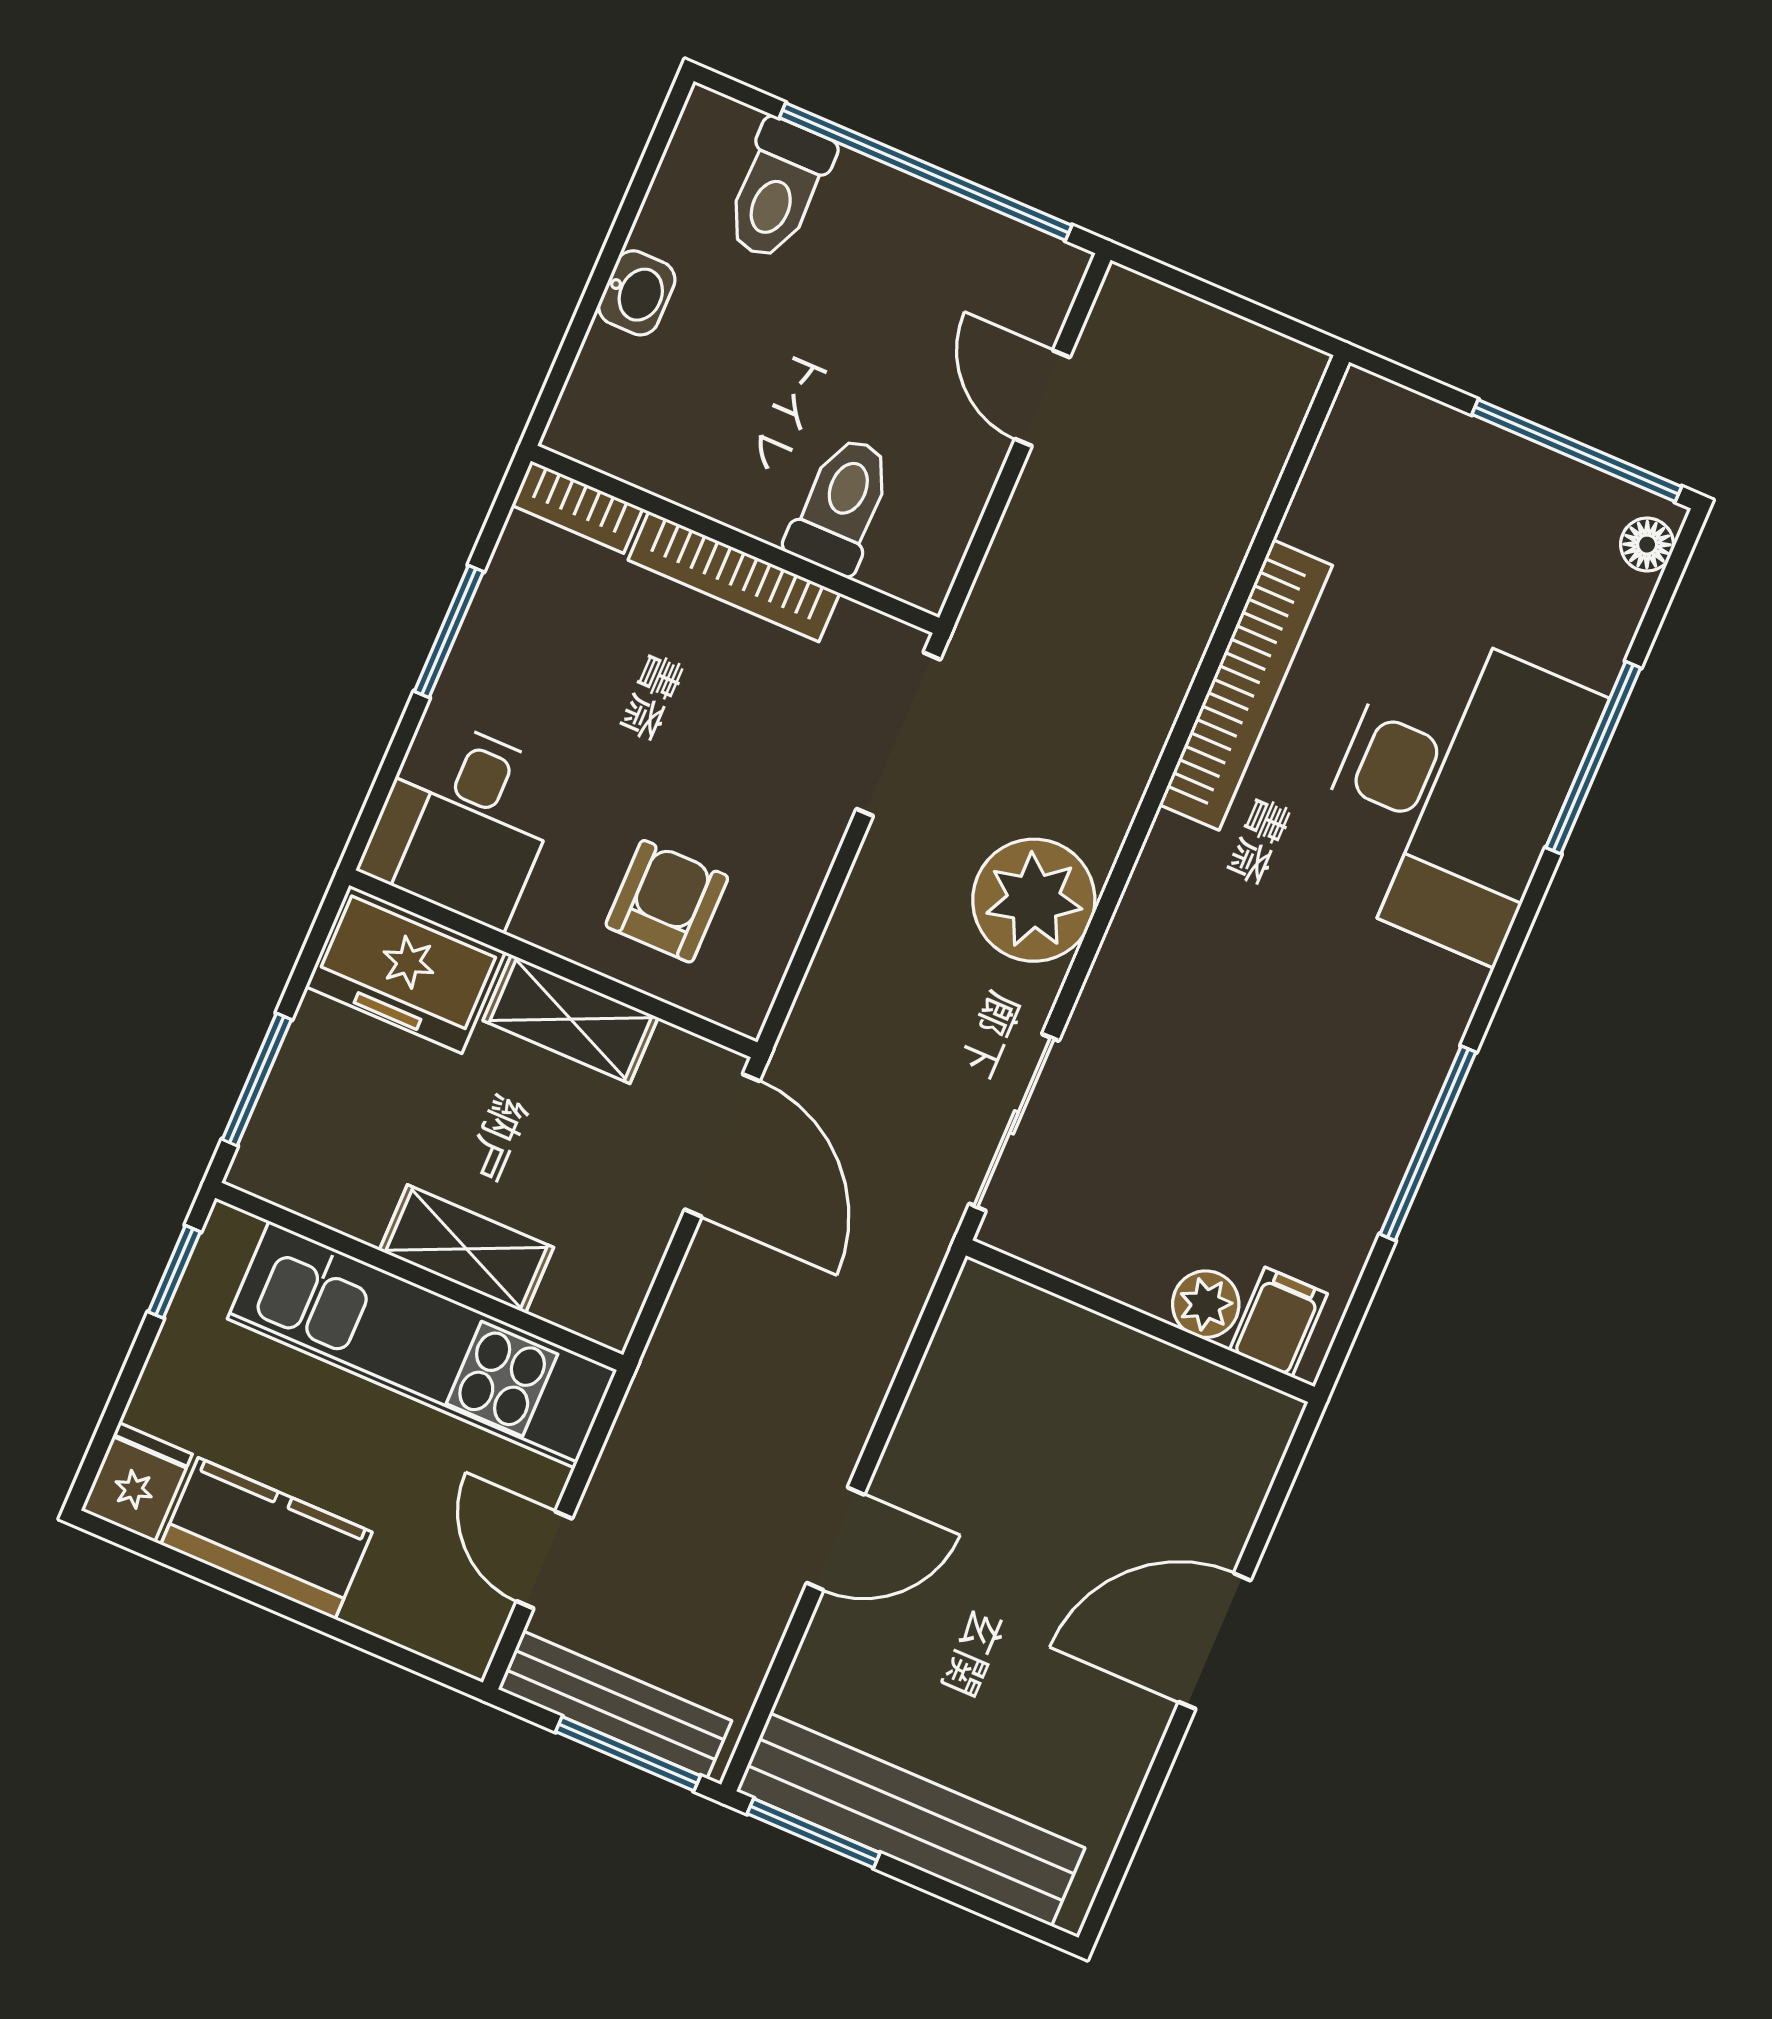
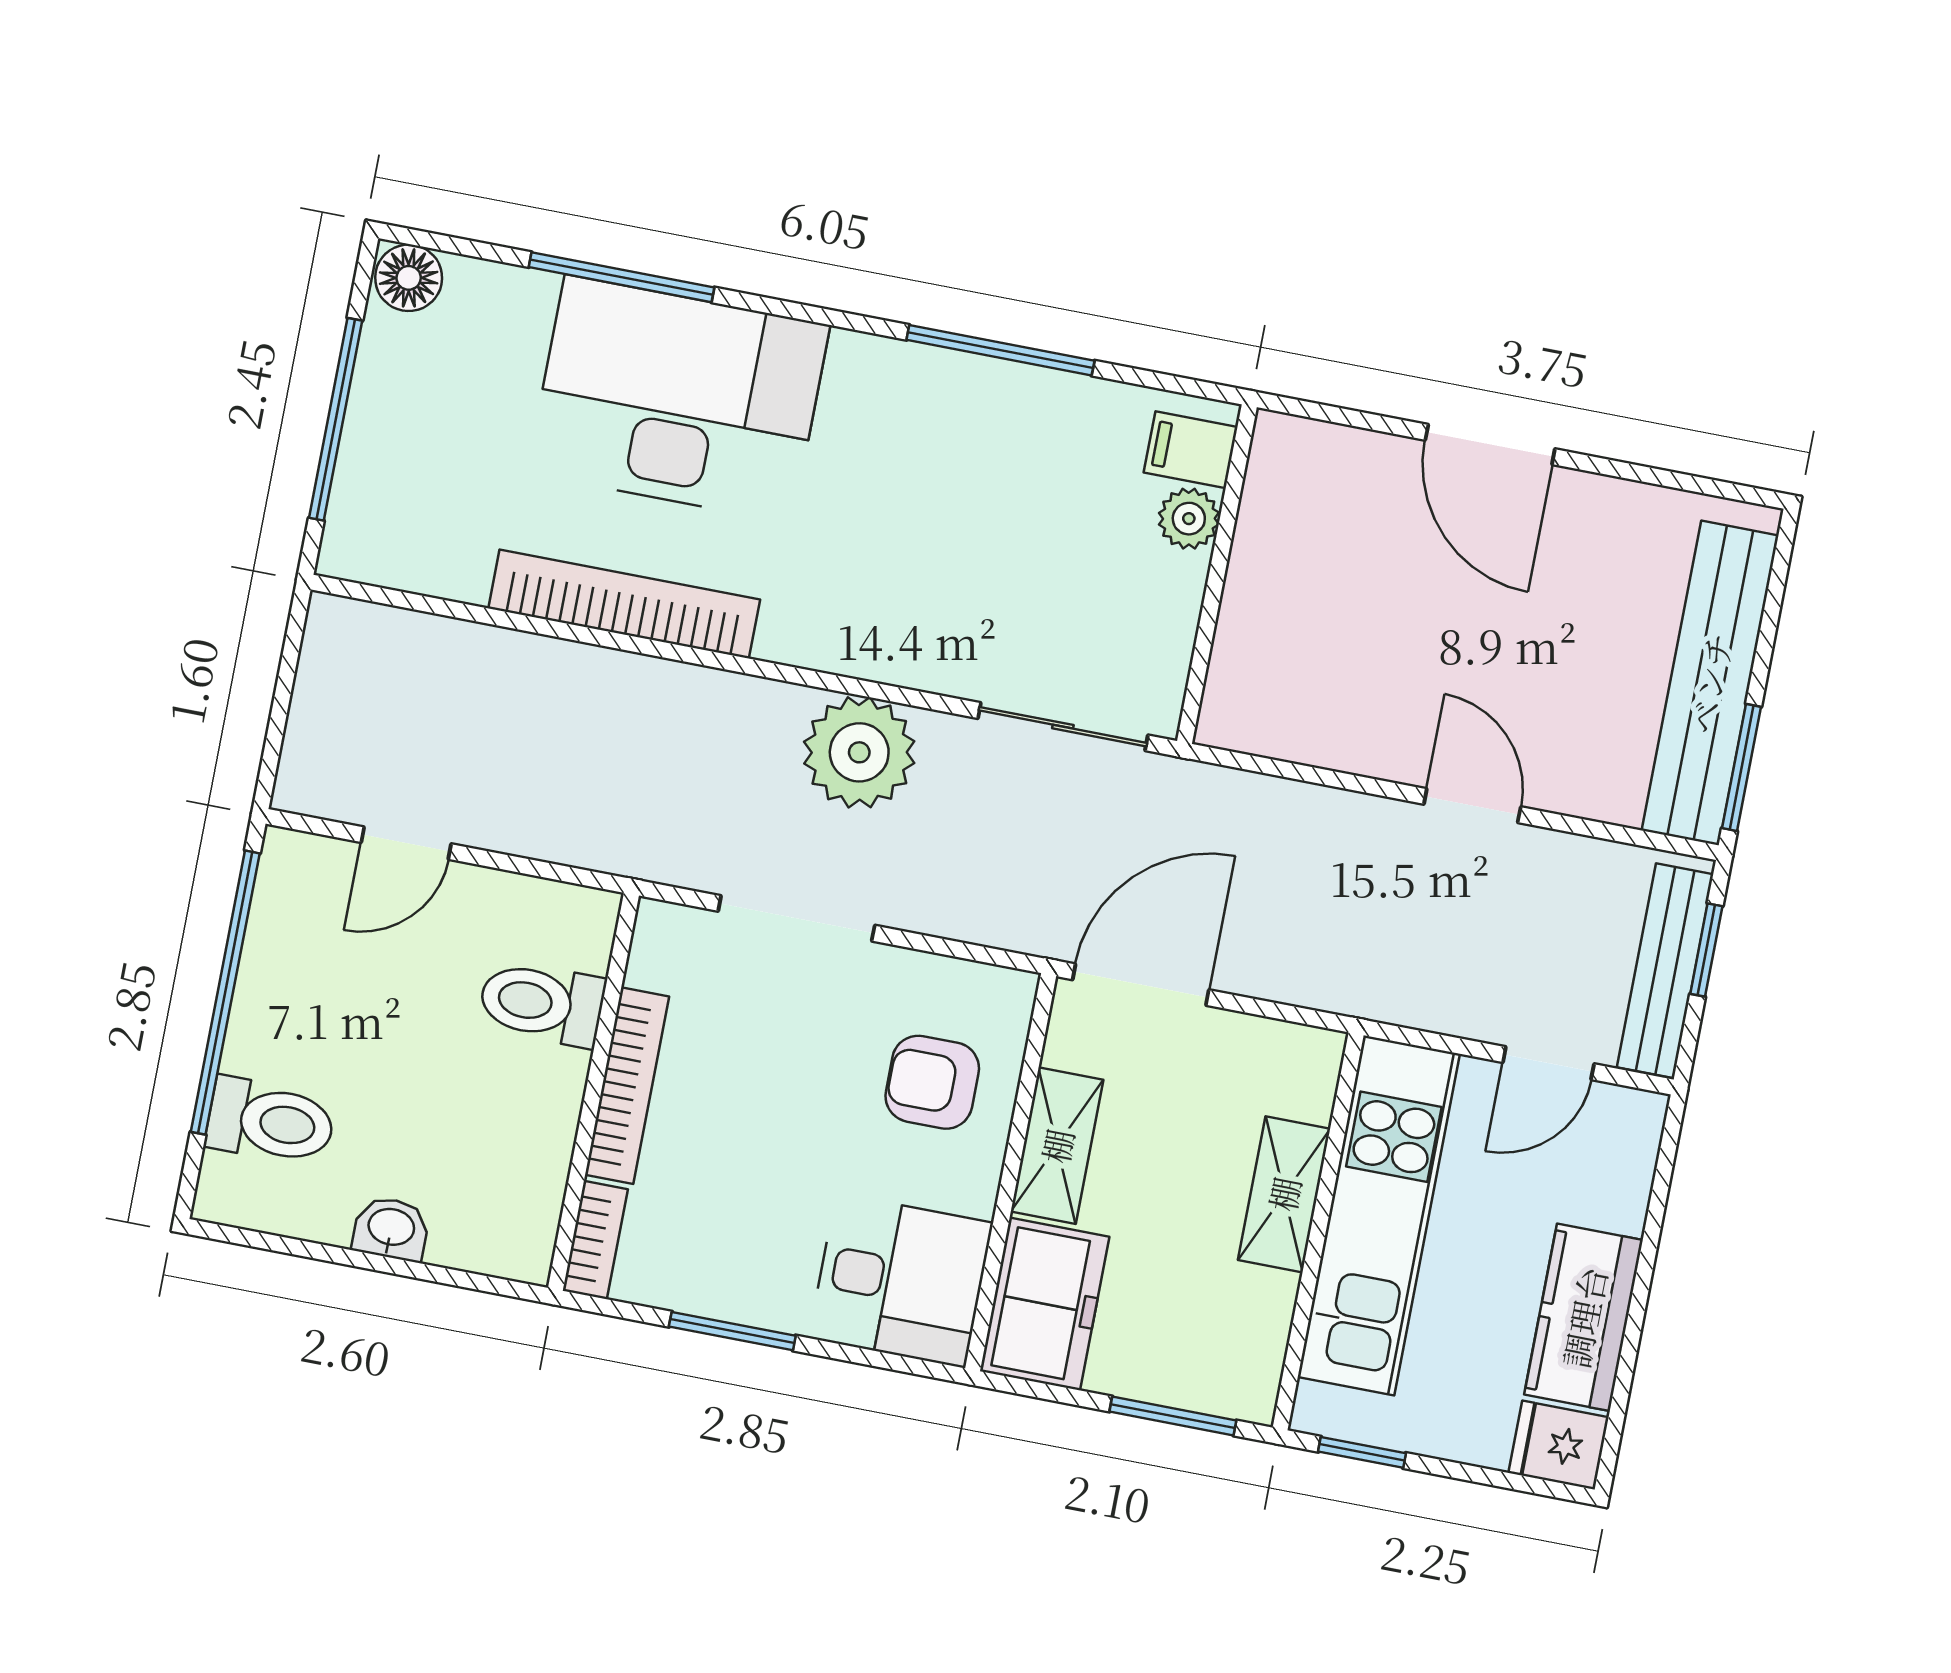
window: (1577, 451) -> (336, 419), moved
floor lamp: (1647, 545) -> (409, 278), width x1.37, depth x1.37
doorway: (898, 734) -> (796, 918), moved
window: (628, 1754) -> (1706, 950), width x0.67

